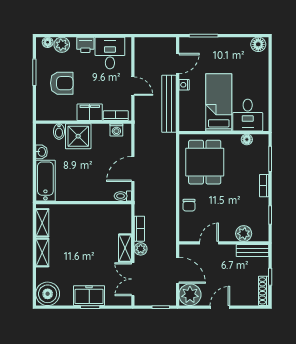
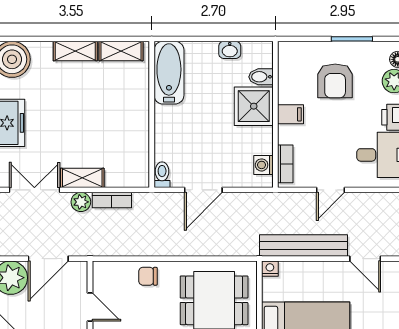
nightstand: (184, 85) -> (270, 269), moved
filing cabinet: (90, 112) -> (290, 114), width x0.50
door: (133, 169) -> (203, 190), swing flipped
bathtub: (45, 181) -> (169, 73), moved, turned -90

